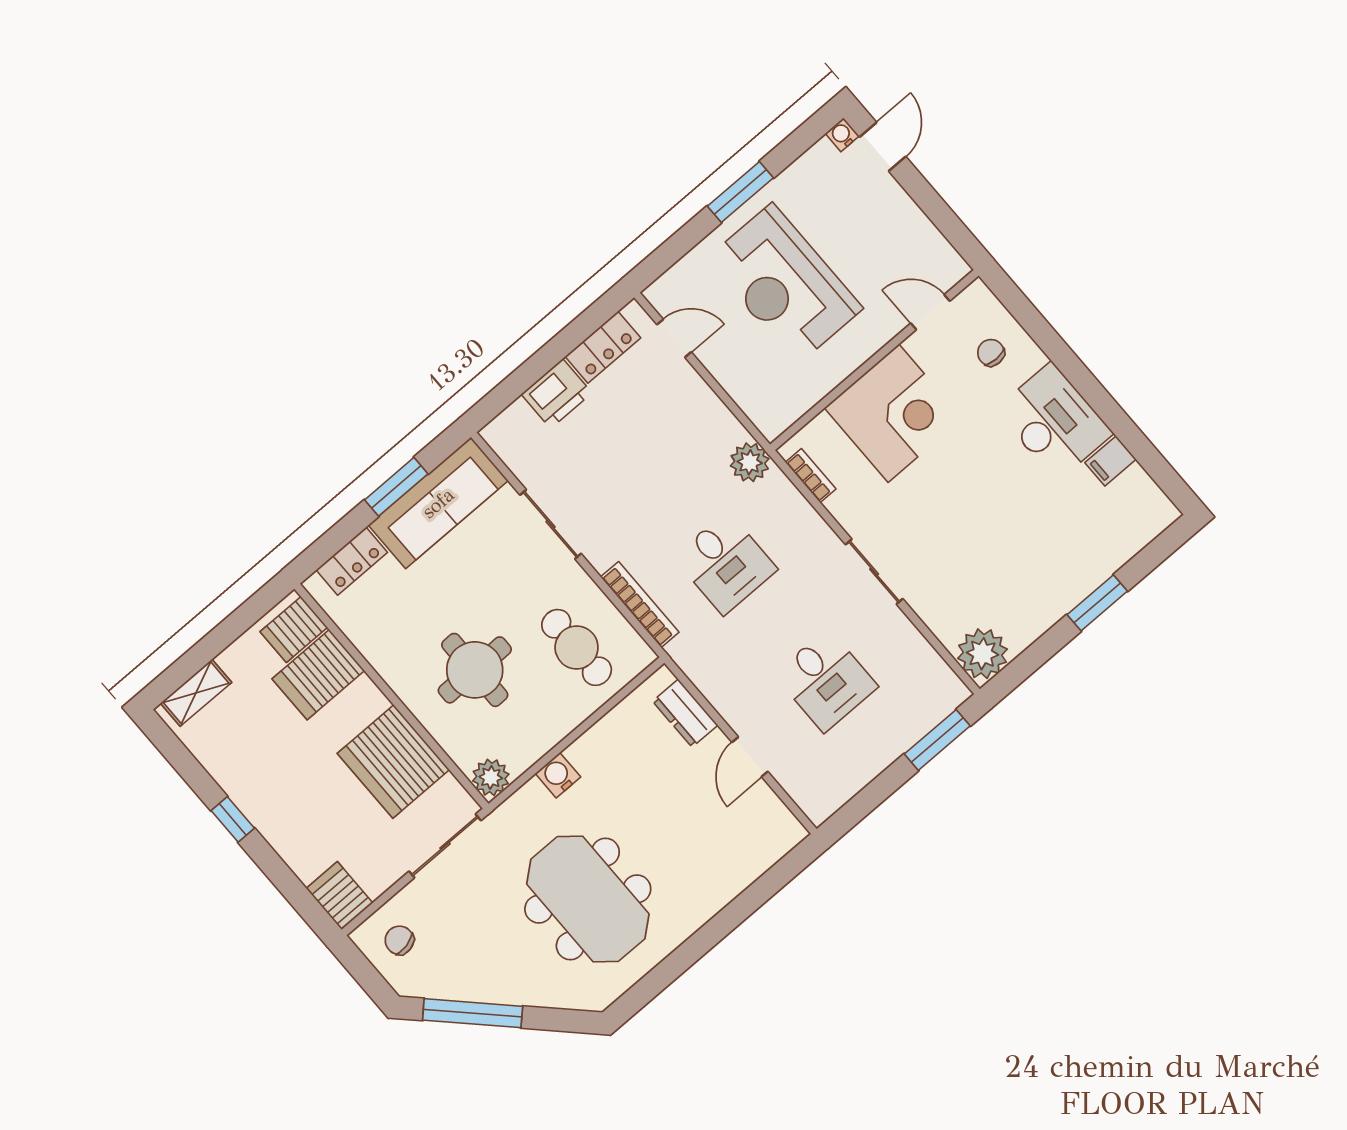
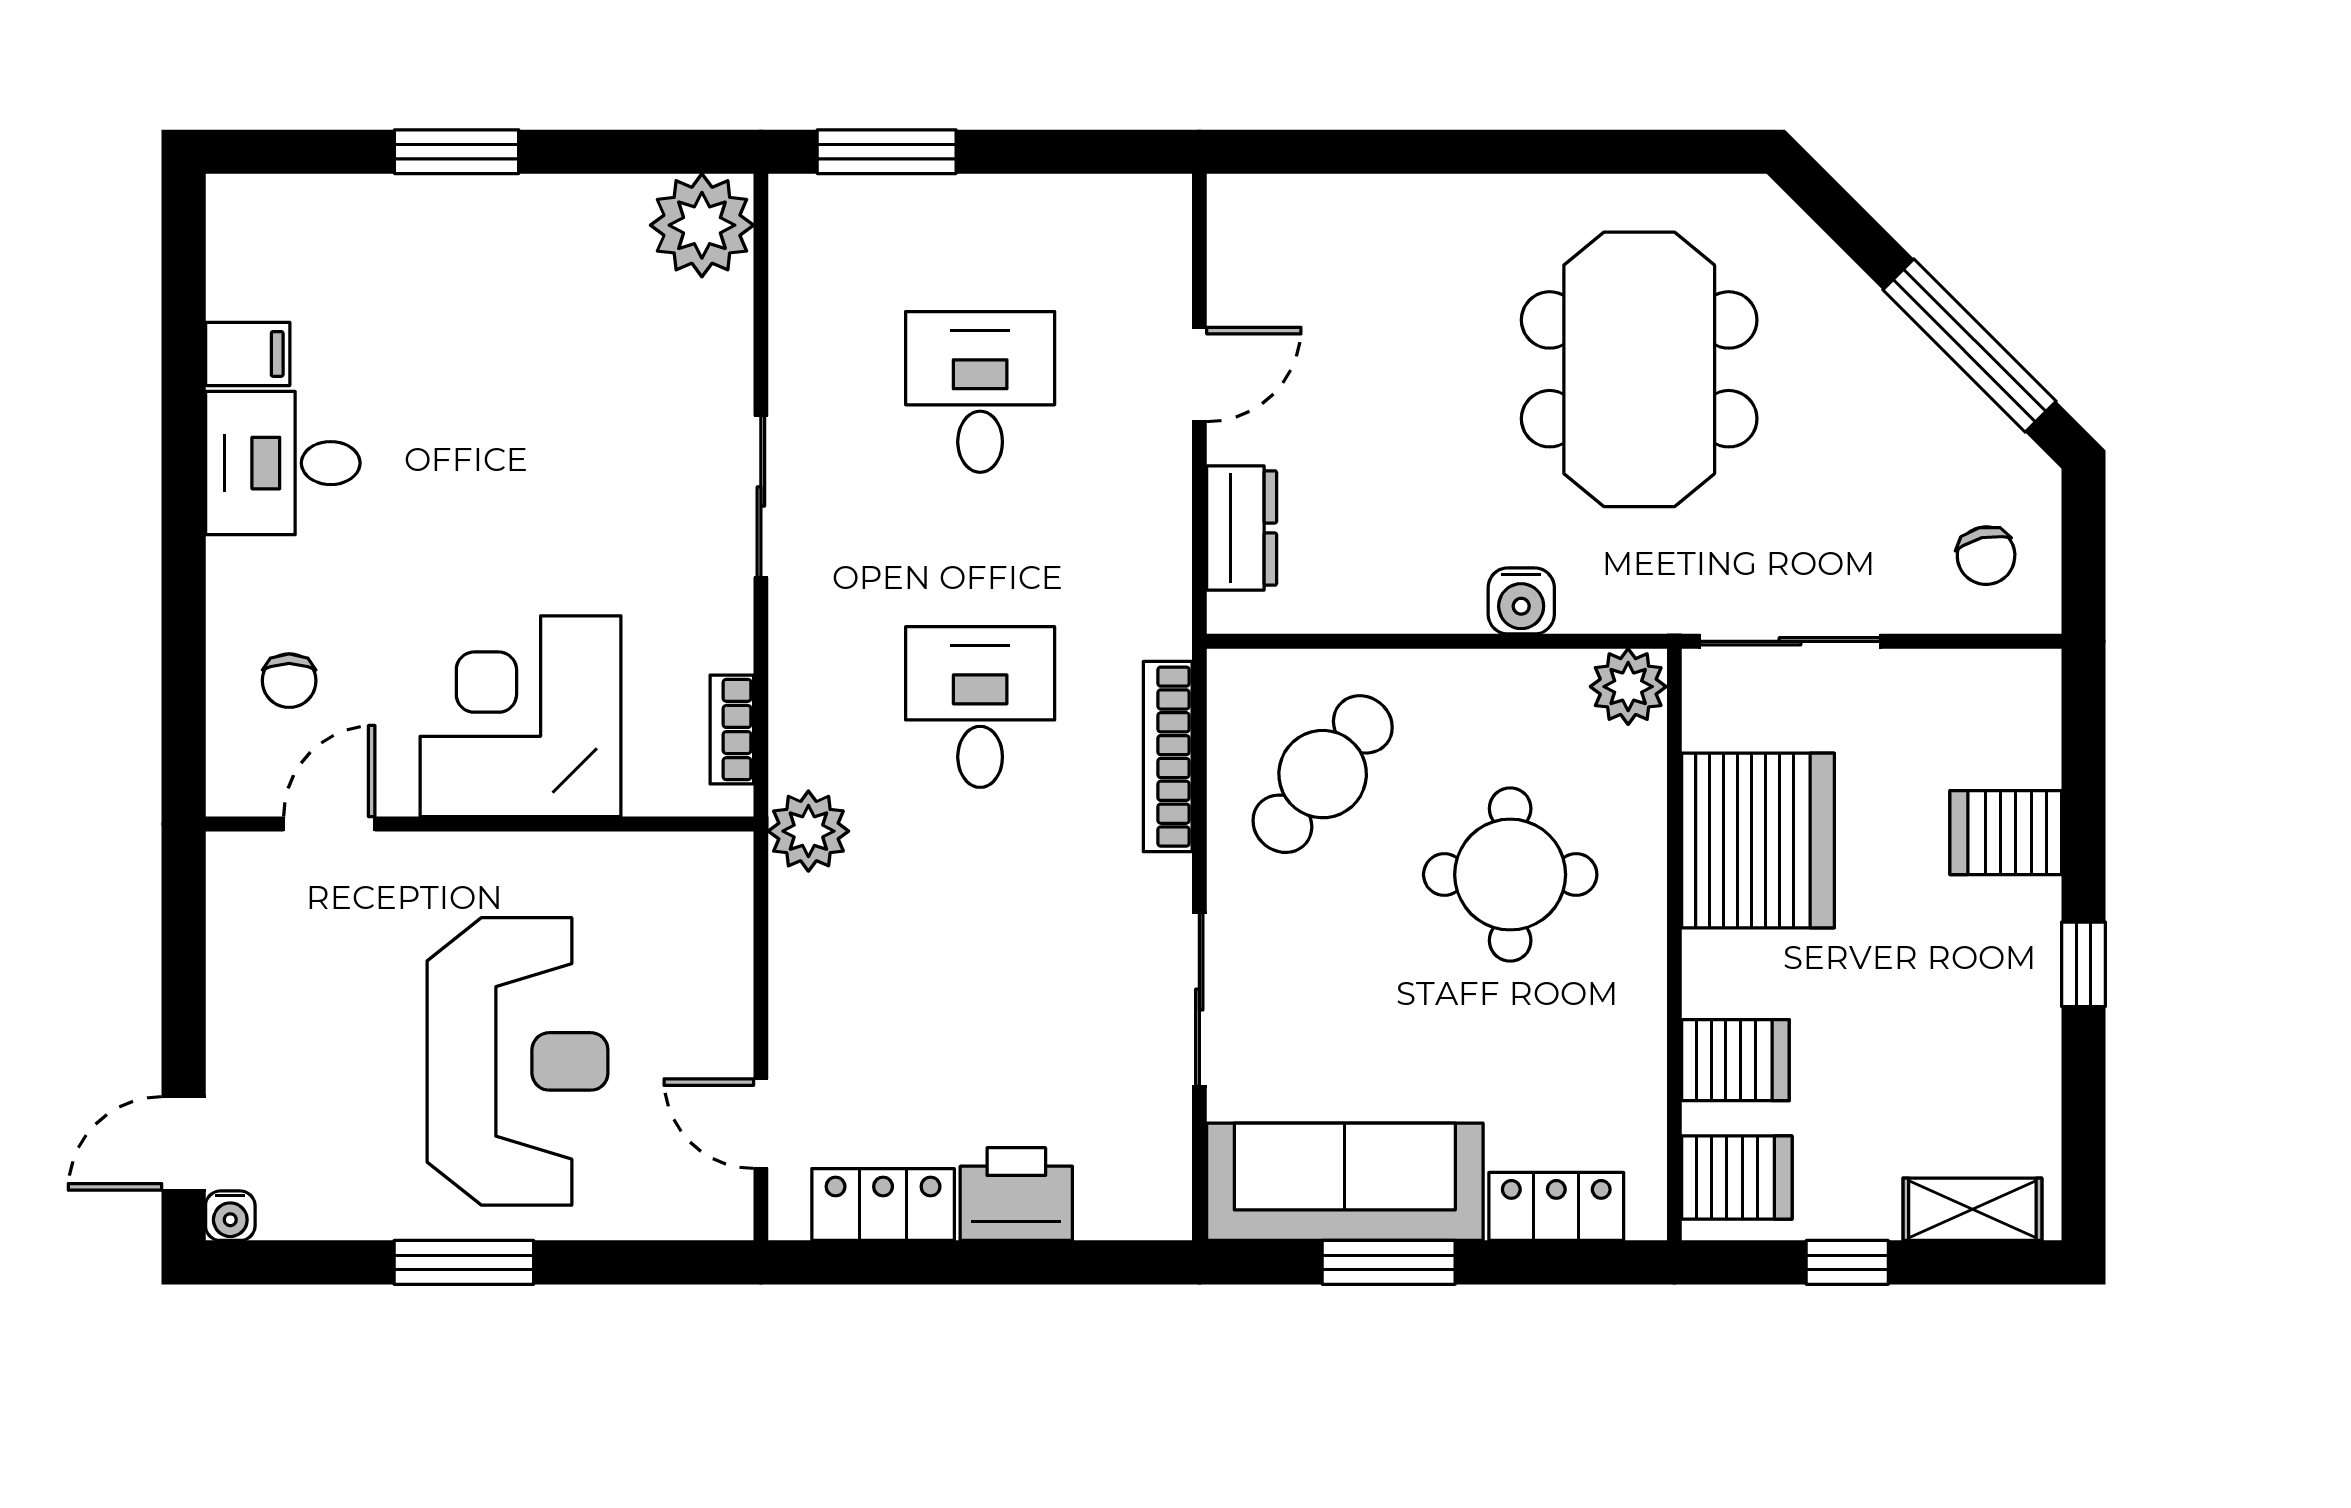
door: (930, 312) -> (329, 824), swing flipped
desk: (1054, 422) -> (283, 463), width x0.73
window: (226, 633) -> (1847, 1262), added
cafe table: (577, 647) -> (1323, 774), turned 39
server rack: (318, 675) -> (1735, 1060), width x0.73, depth x0.70
server rack: (339, 896) -> (2006, 833), moved, turned 90

